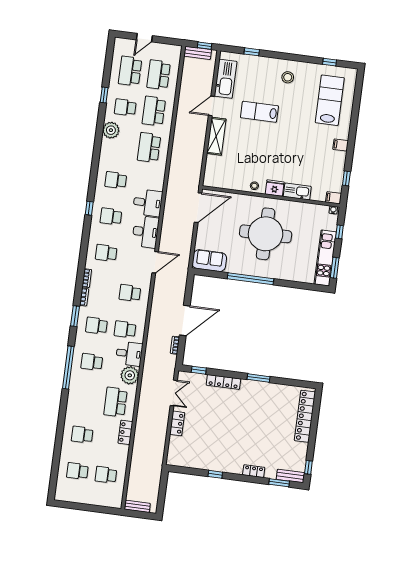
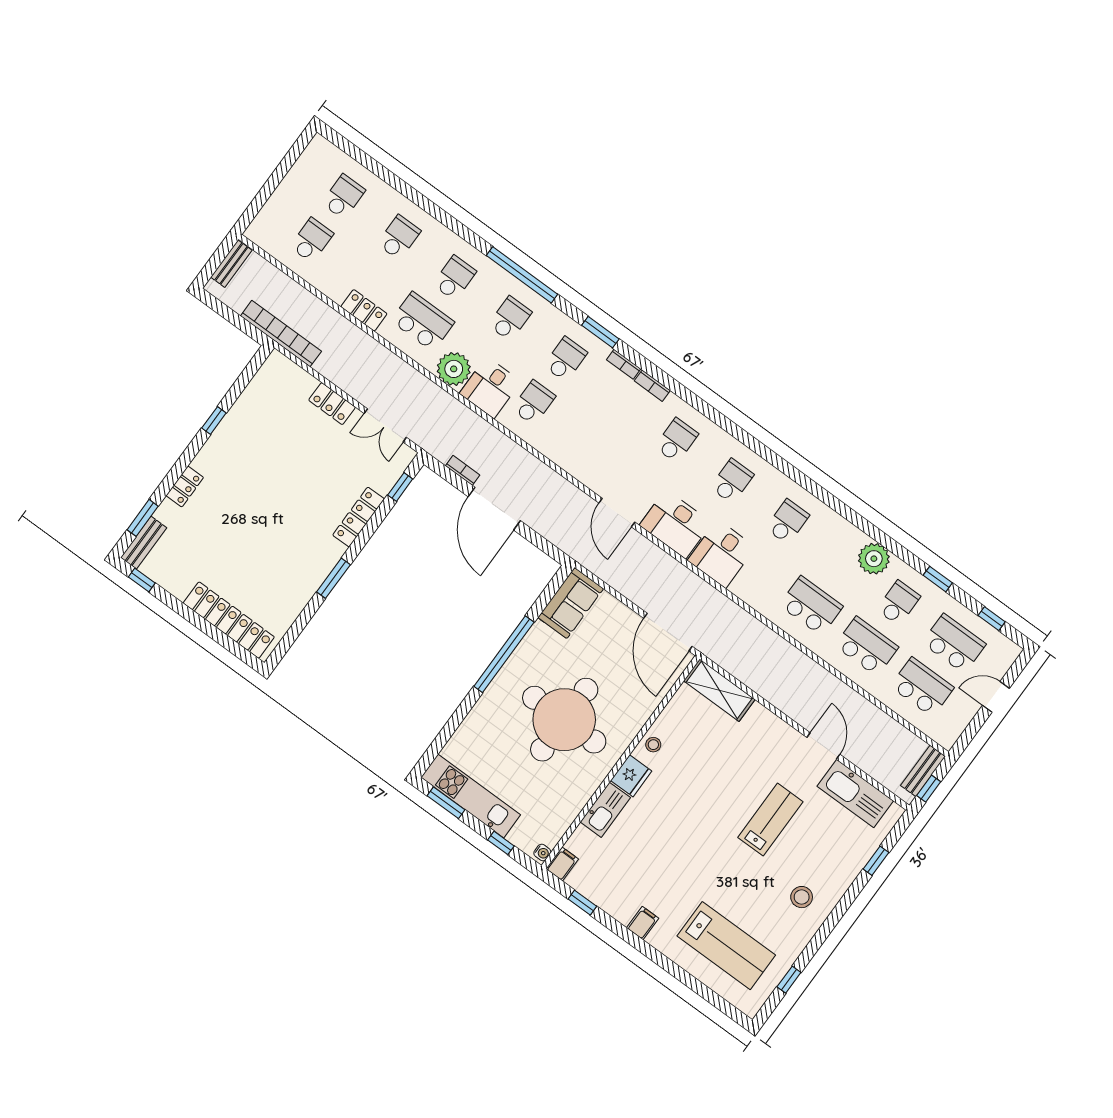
door: (144, 38) -> (996, 697), hinge flipped
shelving: (216, 136) -> (719, 690), moved
window: (89, 208) -> (992, 619), moved
school desk: (130, 293) -> (454, 278), moved
bookcase: (157, 465) -> (281, 334), added

